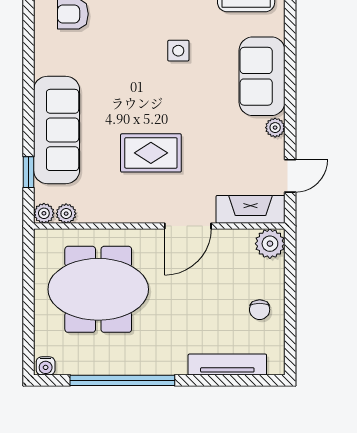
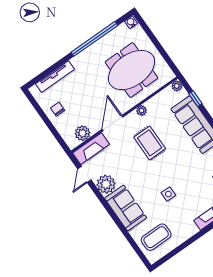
plant: (275, 128) -> (106, 184), width x1.88, depth x1.88
rug: (151, 153) -> (150, 143), turned 90
plant: (66, 214) -> (141, 111), moved
plant: (270, 244) -> (82, 133), moved

